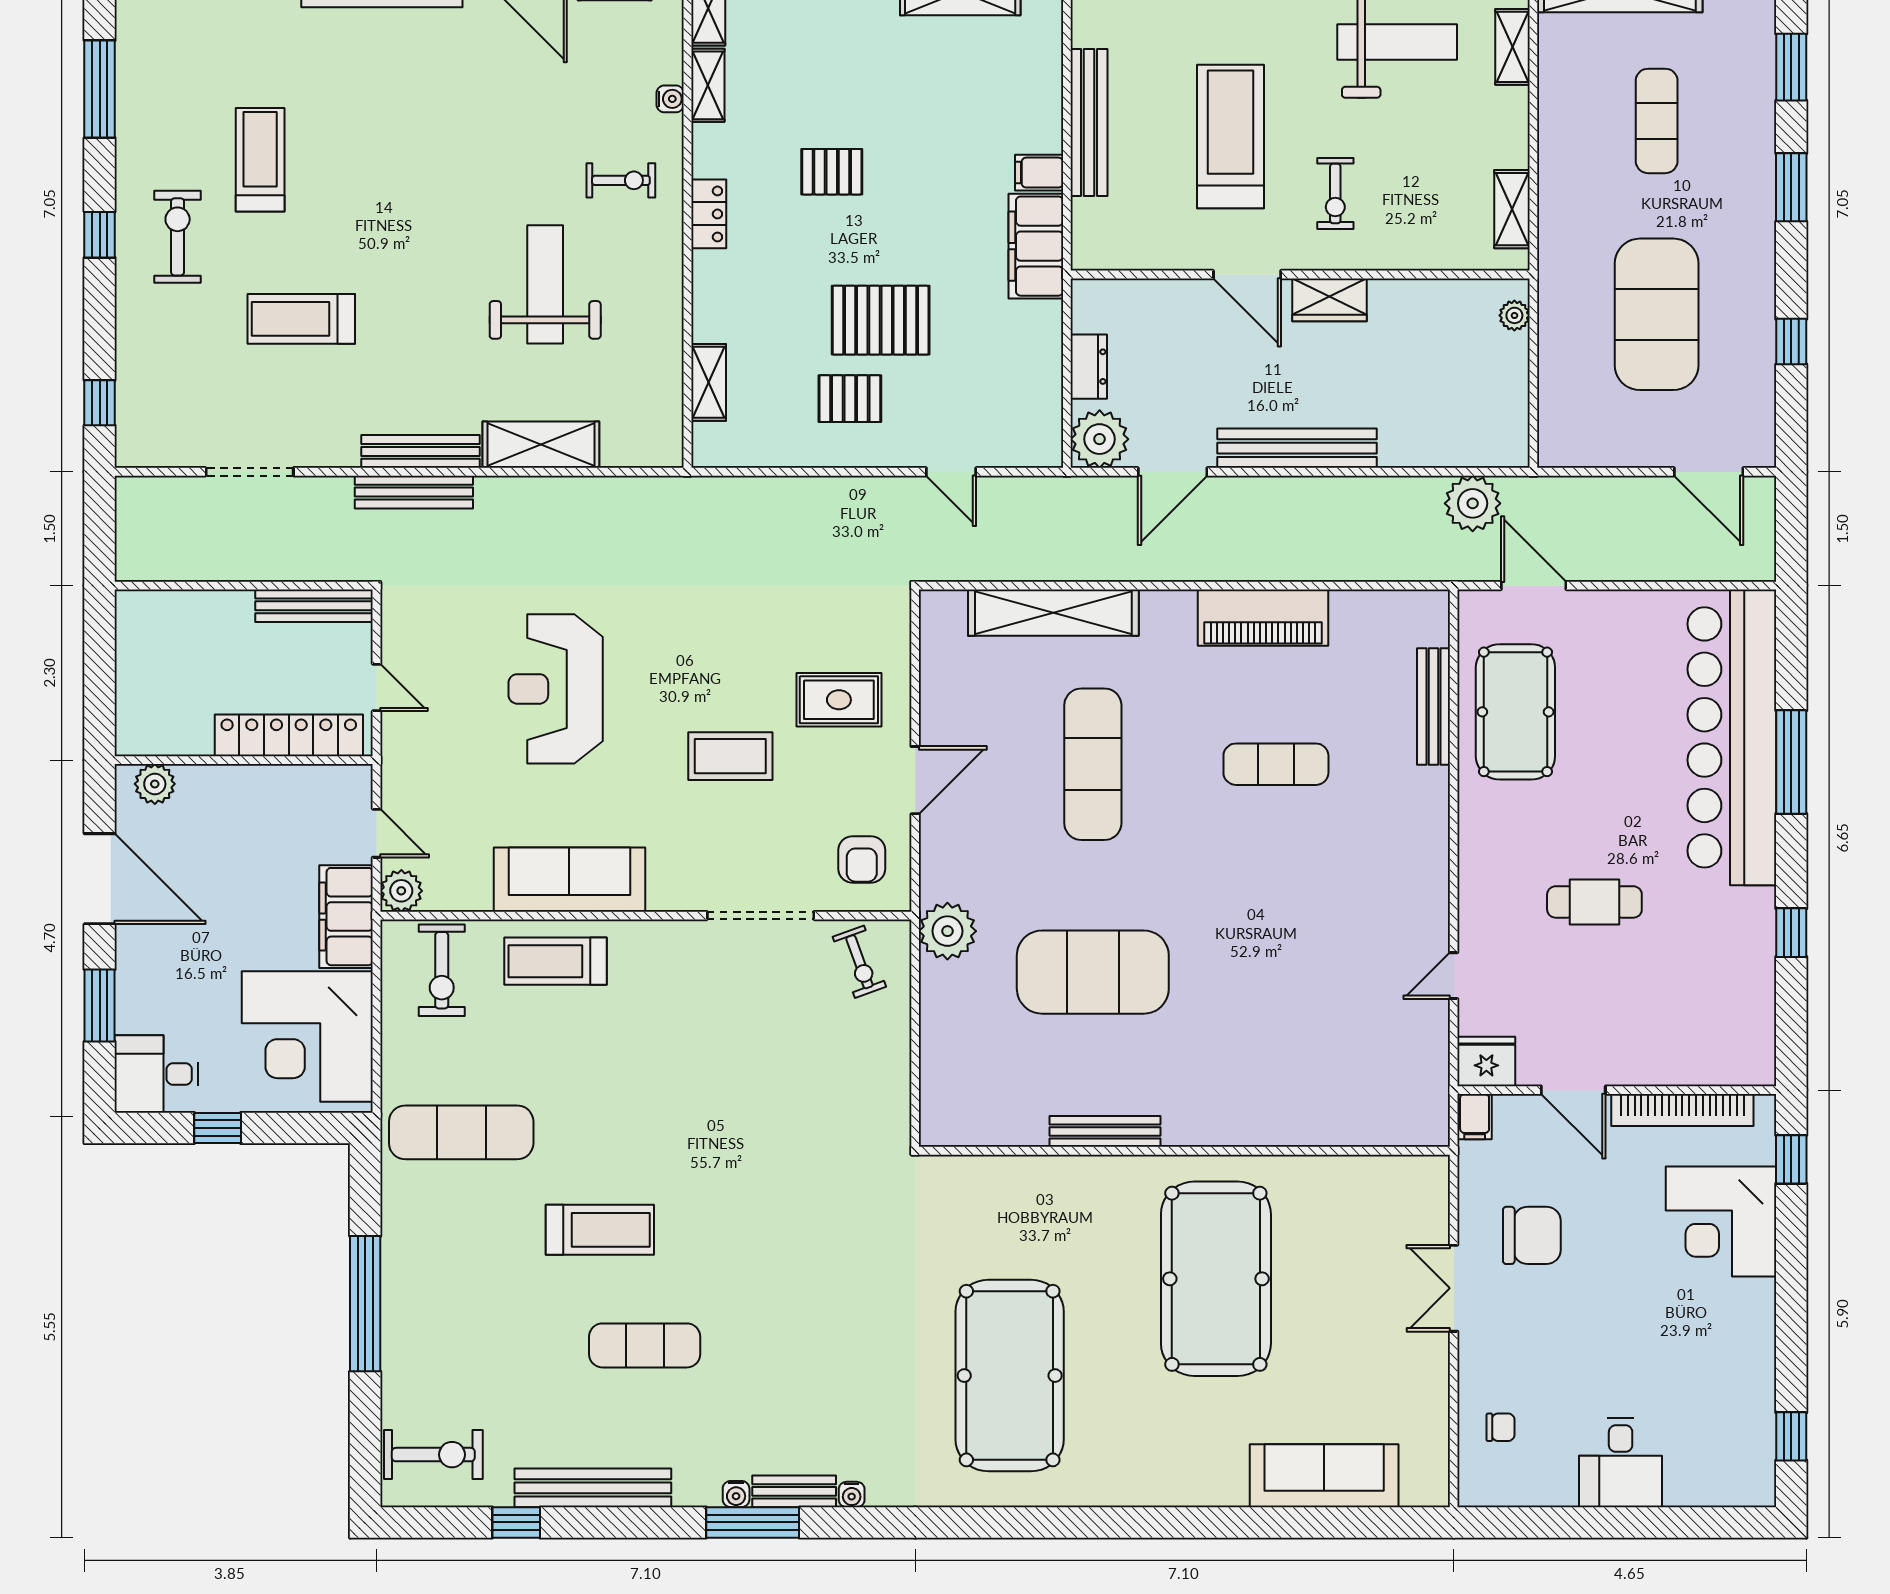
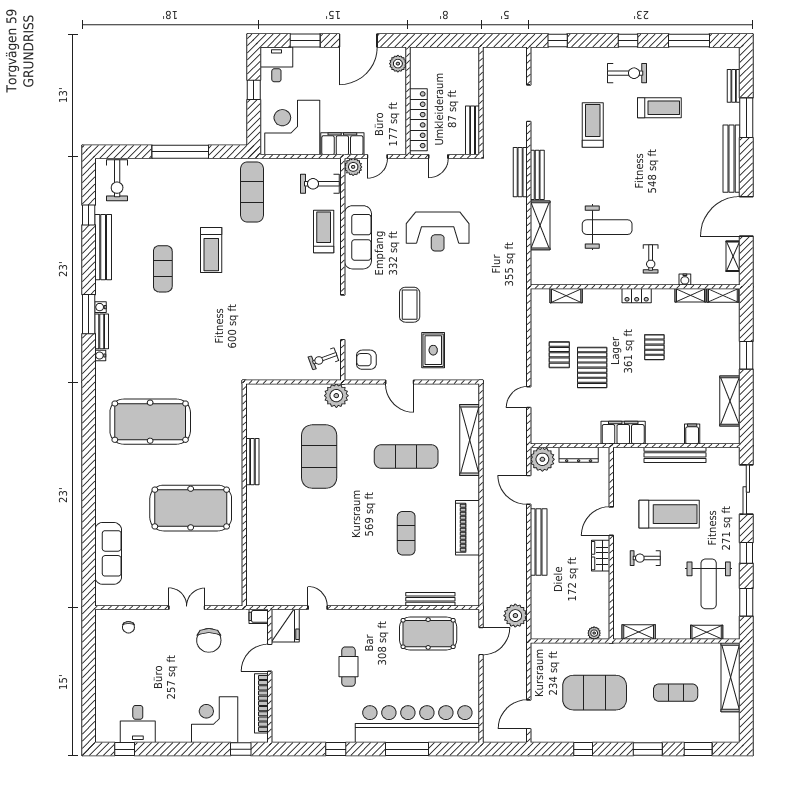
filing cabinet: (1039, 173) -> (692, 434), moved
dresser: (1089, 367) -> (579, 455), width x1.44
reception desk: (556, 689) -> (438, 231), turned 180
fridge: (1486, 1061) -> (285, 626), width x1.36, depth x1.34
desk: (1621, 1463) -> (138, 724), moved, turned -90

